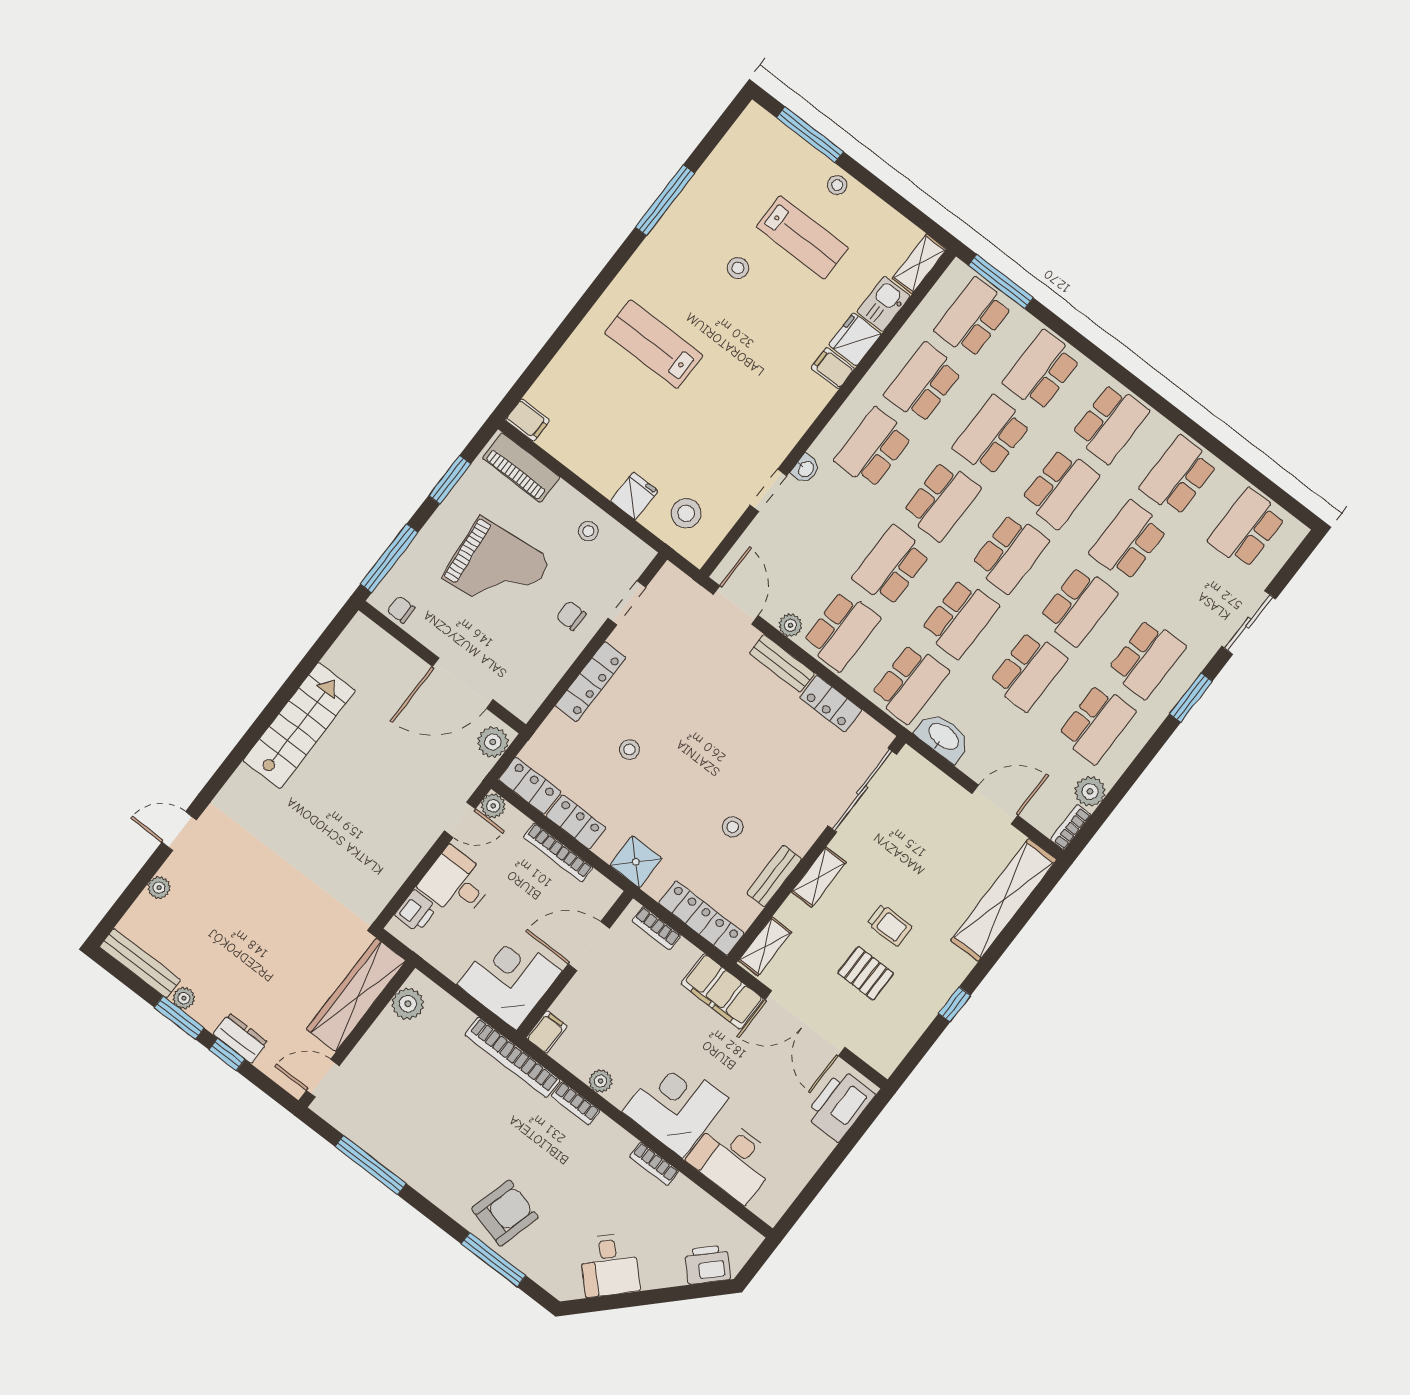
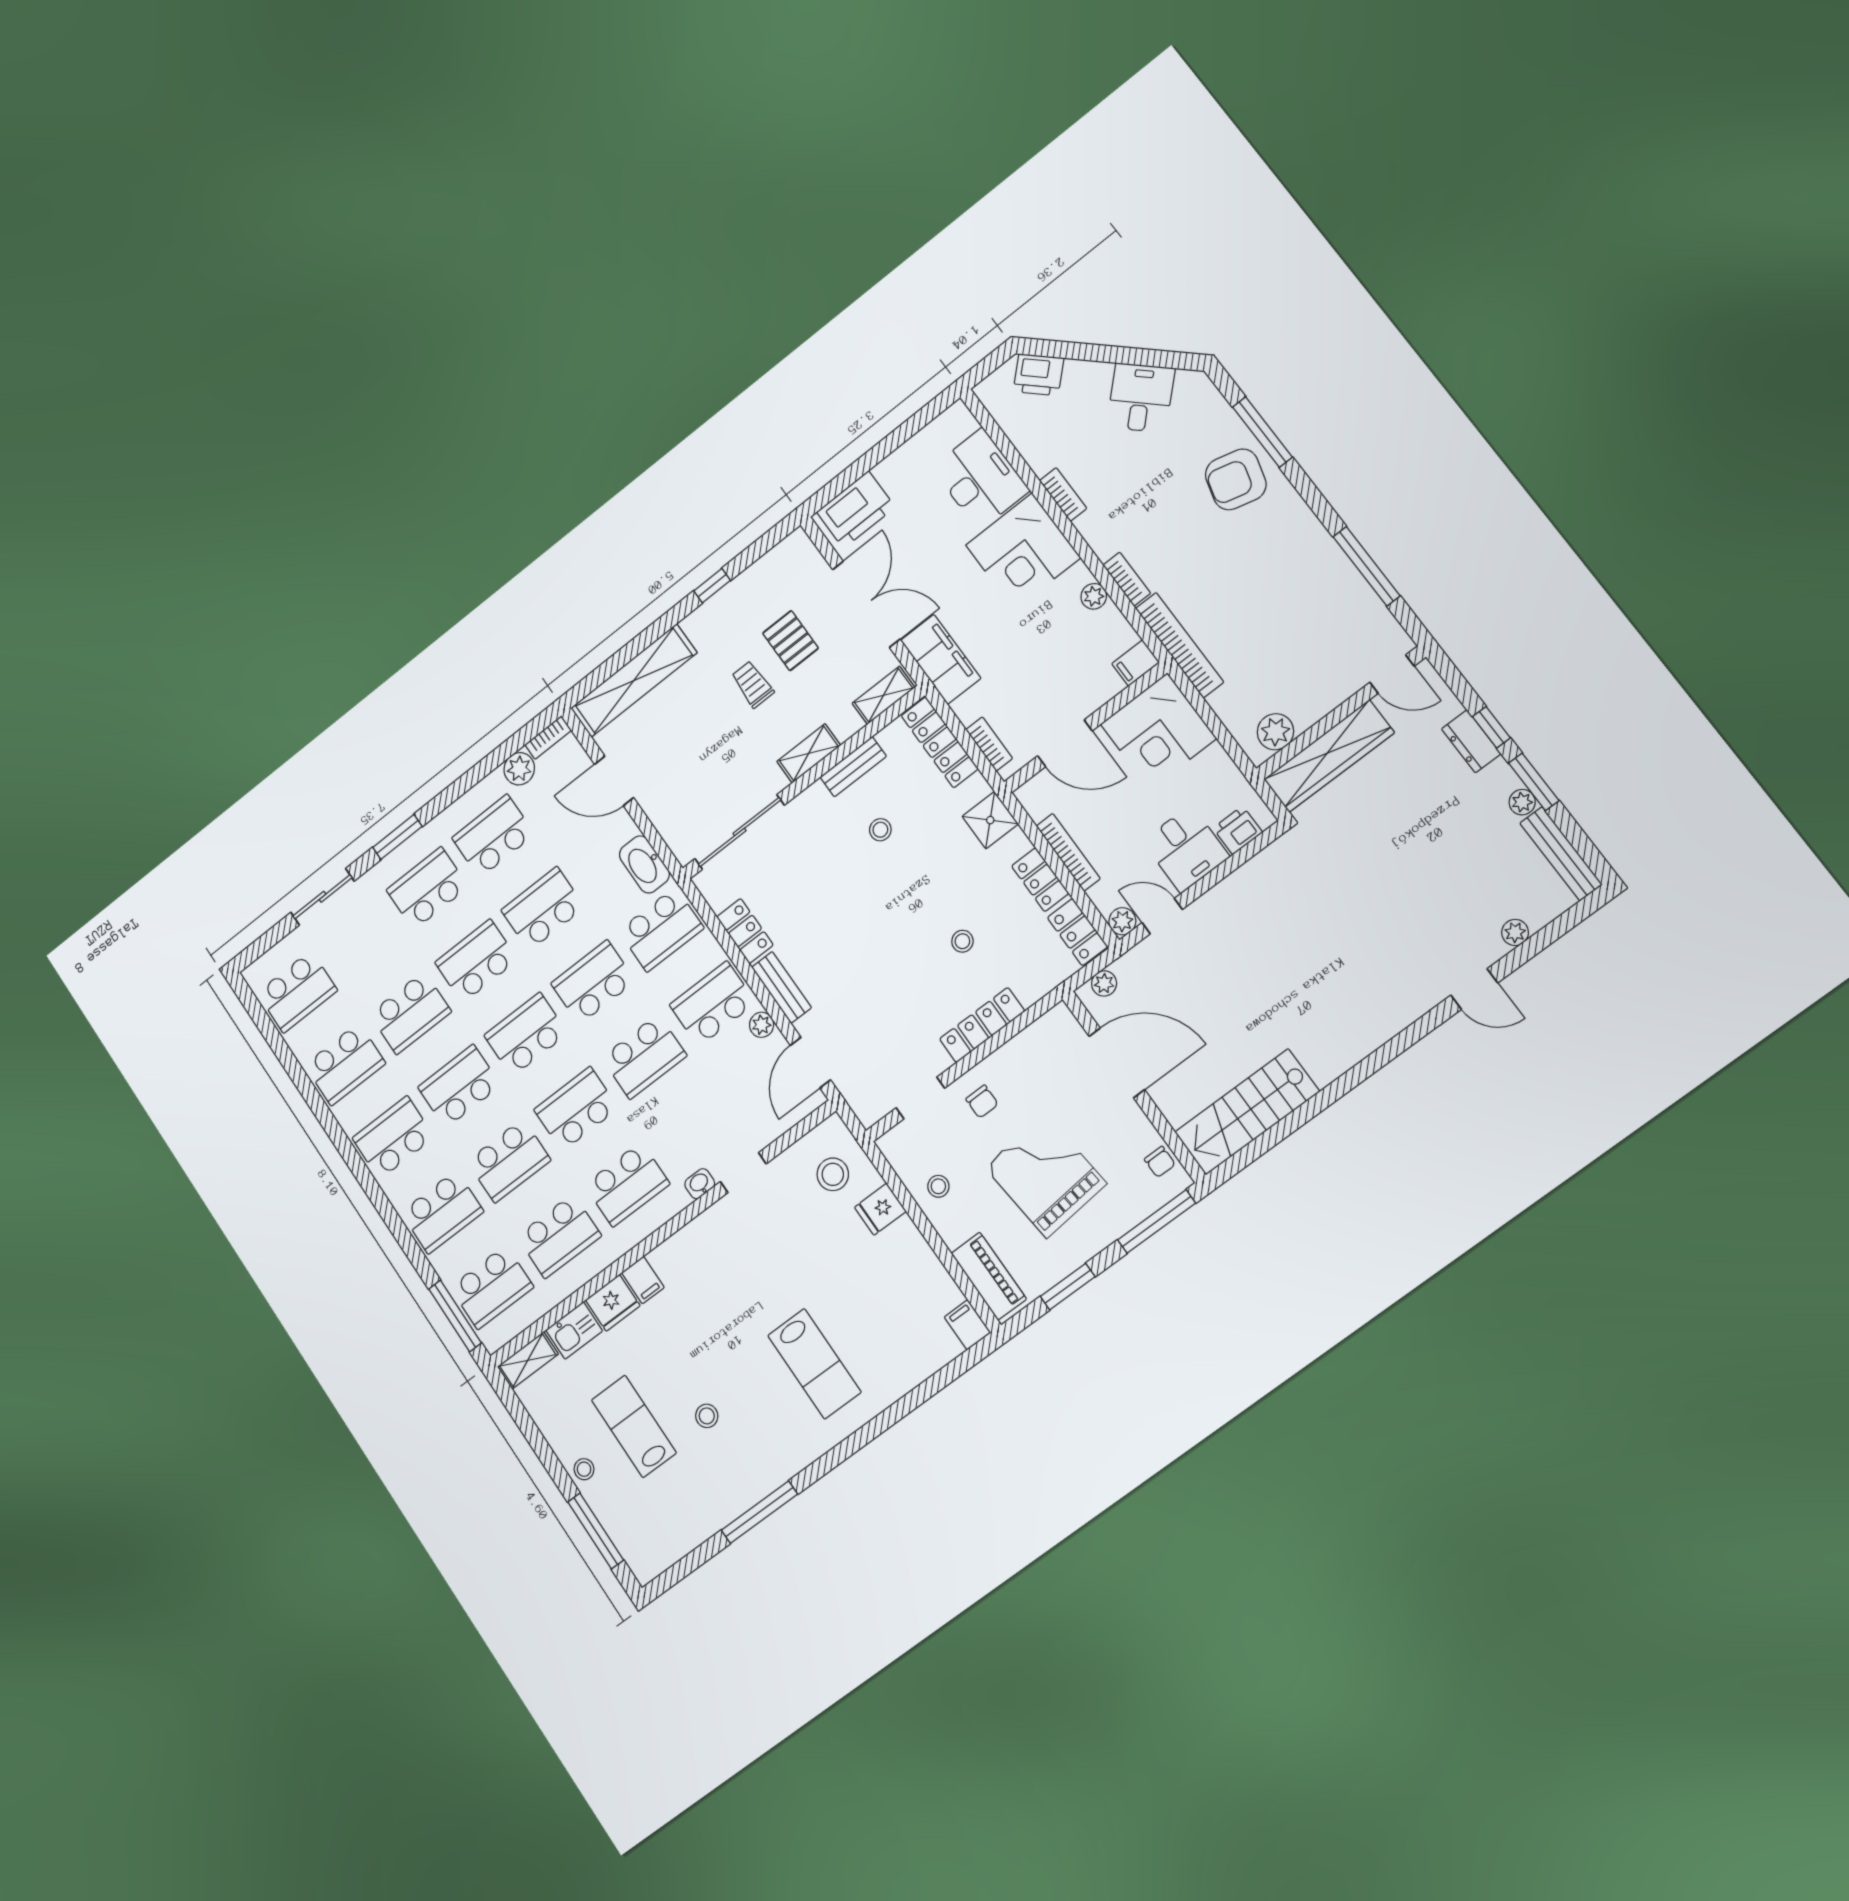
school desk: (910, 683) -> (661, 929), turned 180
stairs: (299, 726) -> (1247, 1112), moved
plant: (493, 742) -> (1104, 983), width x0.73, depth x0.73

